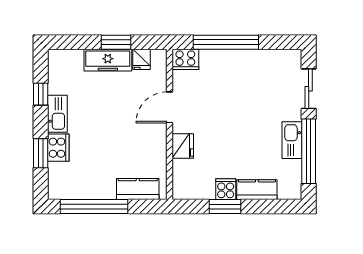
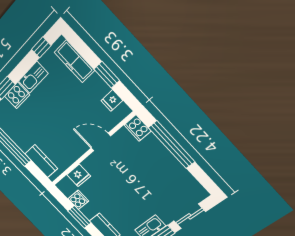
freezer: (108, 60) -> (74, 61), moved
window: (41, 94) -> (41, 47), moved
fridge: (183, 146) -> (79, 175), moved
cooker: (226, 189) -> (78, 200), moved

